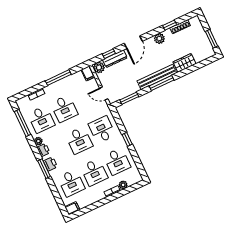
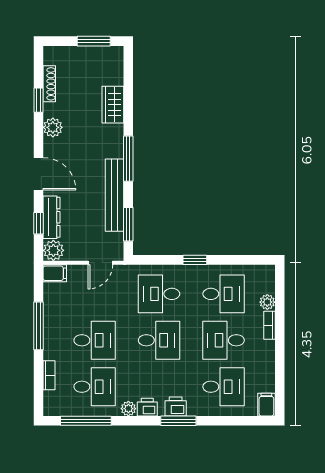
bench: (157, 77) -> (115, 195), moved
desk: (94, 172) -> (224, 340), turned 180

